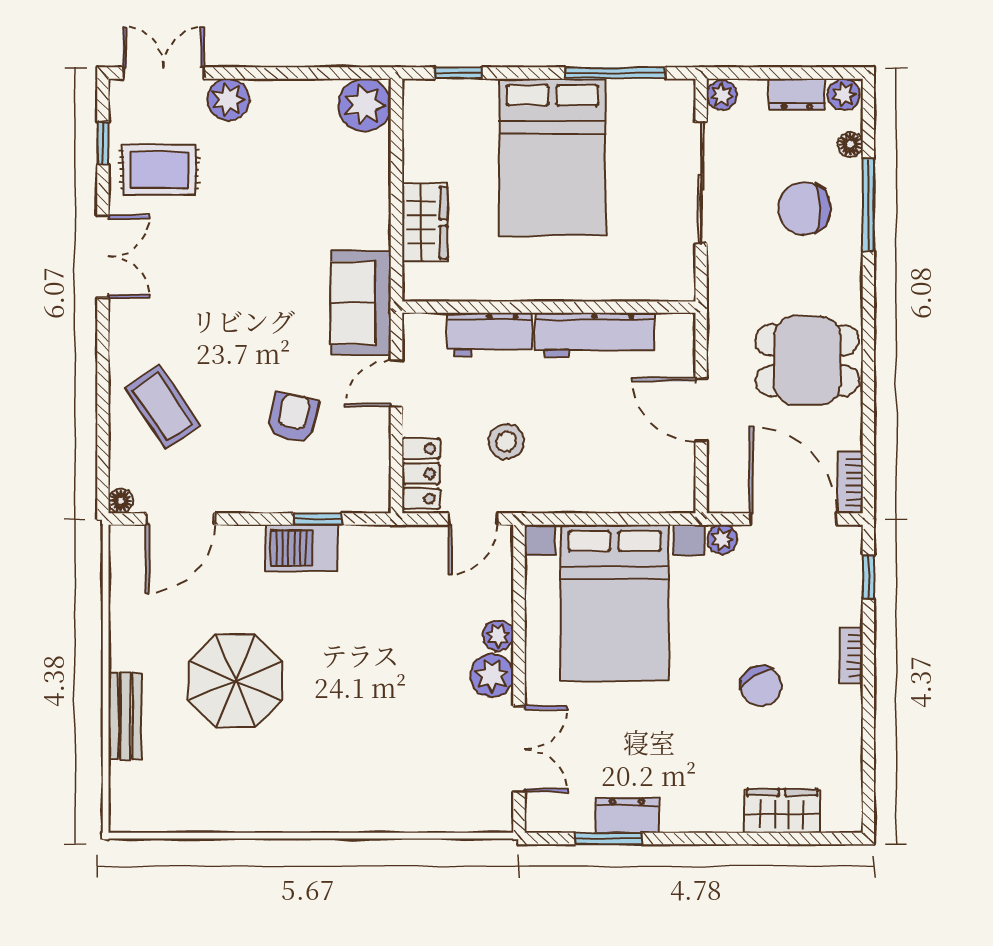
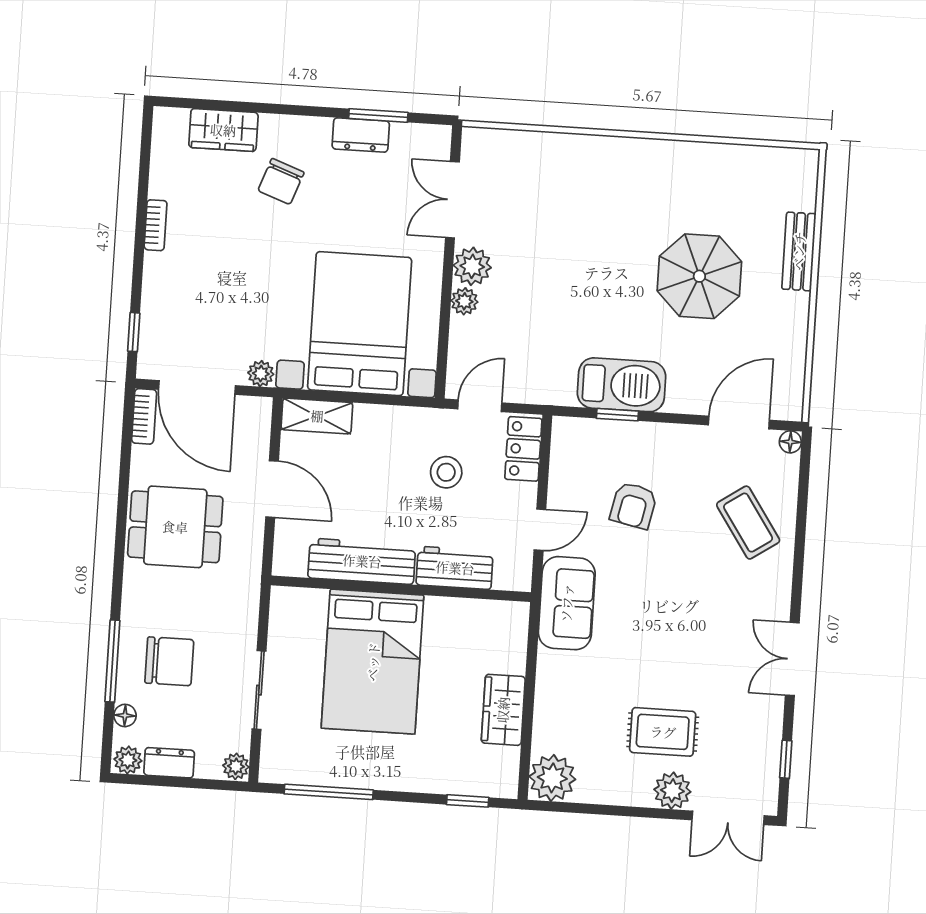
bed: (552, 157) -> (373, 662), moved, turned 180
rug: (159, 170) -> (663, 732), moved
sliding door: (701, 183) -> (259, 690), width x0.73
wardrobe: (425, 223) -> (503, 710), moved
shelving: (656, 496) -> (317, 416), added
barbecue: (302, 548) -> (622, 385), width x1.37, depth x1.21
bookcase: (851, 655) -> (156, 225), moved
chair: (761, 686) -> (281, 181), moved, turned -130

